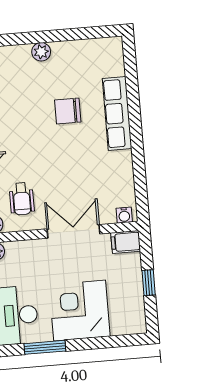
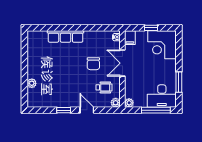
plant: (41, 52) -> (32, 83), moved
chair: (68, 111) -> (93, 64), moved
corner desk: (80, 311) -> (162, 45), moved

